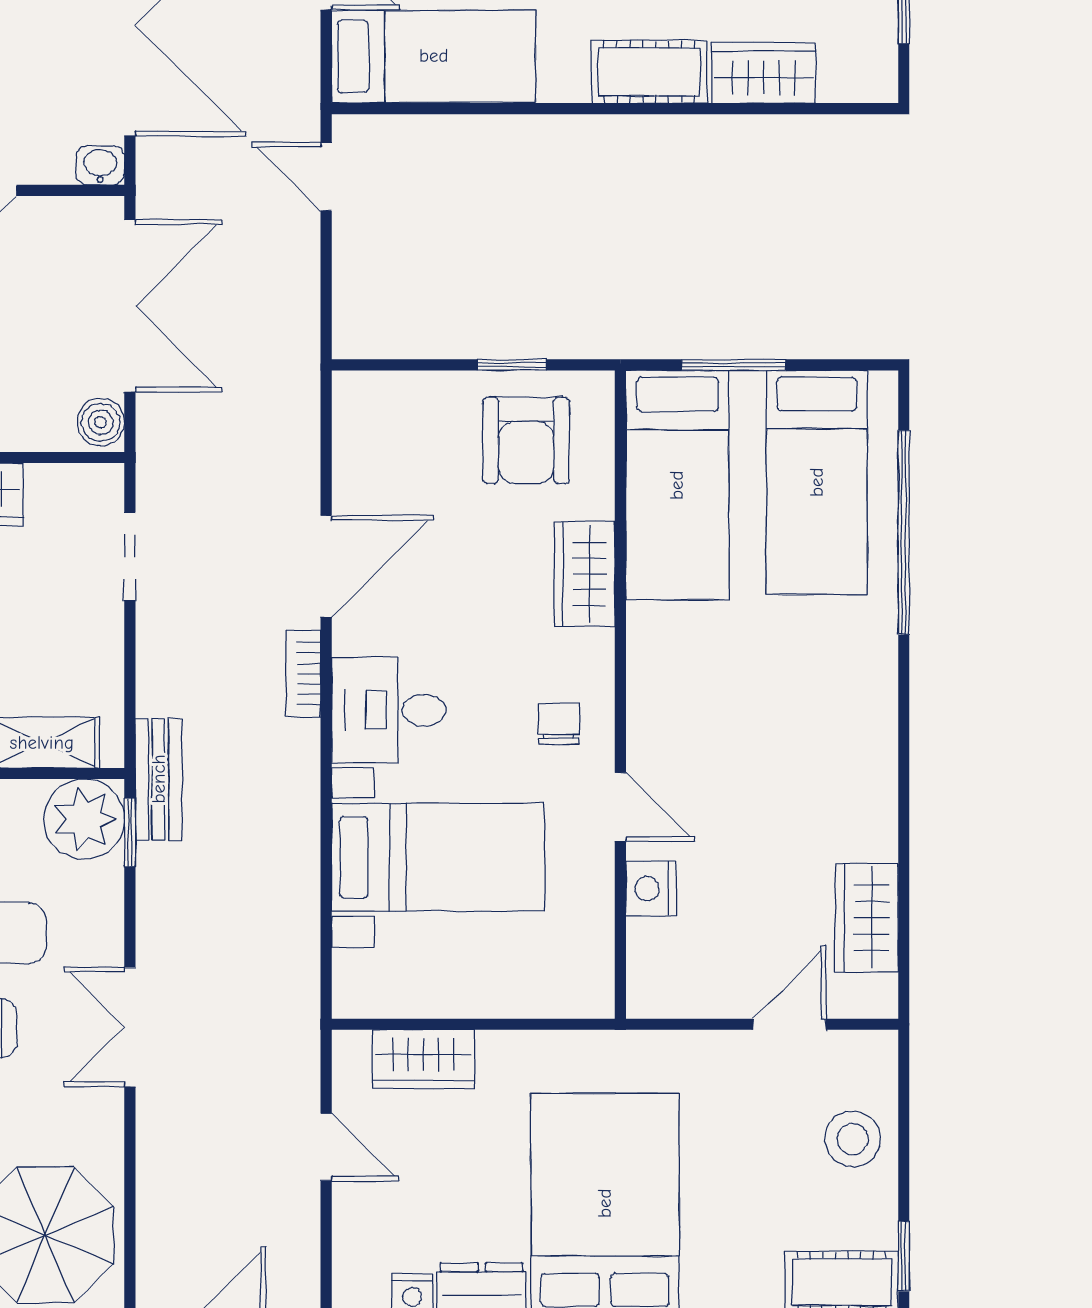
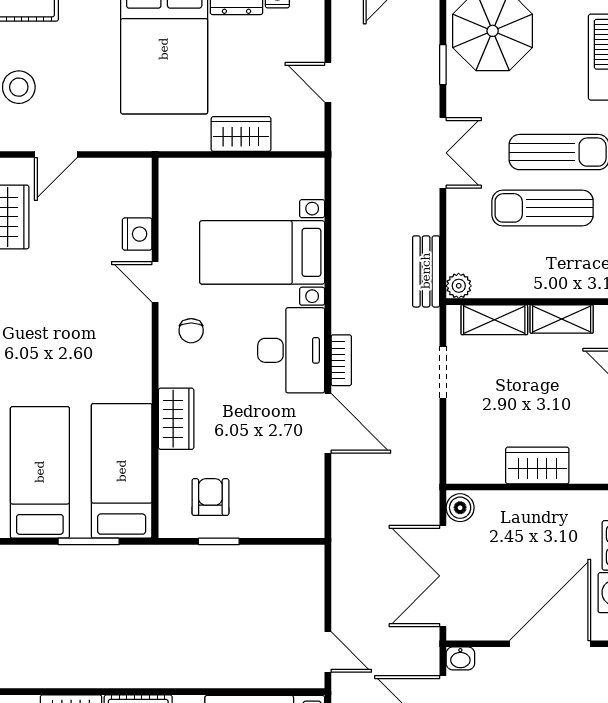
armchair: (526, 440) -> (210, 497), width x0.72, depth x0.72
doorway: (130, 556) -> (443, 372), moved
door: (326, 566) -> (328, 423), swing flipped
desk: (389, 710) -> (291, 350), width x1.37
bench: (159, 779) -> (426, 271), moved
plant: (84, 819) -> (459, 286), width x0.53, depth x0.53
window: (130, 832) -> (443, 65), moved
wardrobe: (423, 1059) -> (241, 134), moved

